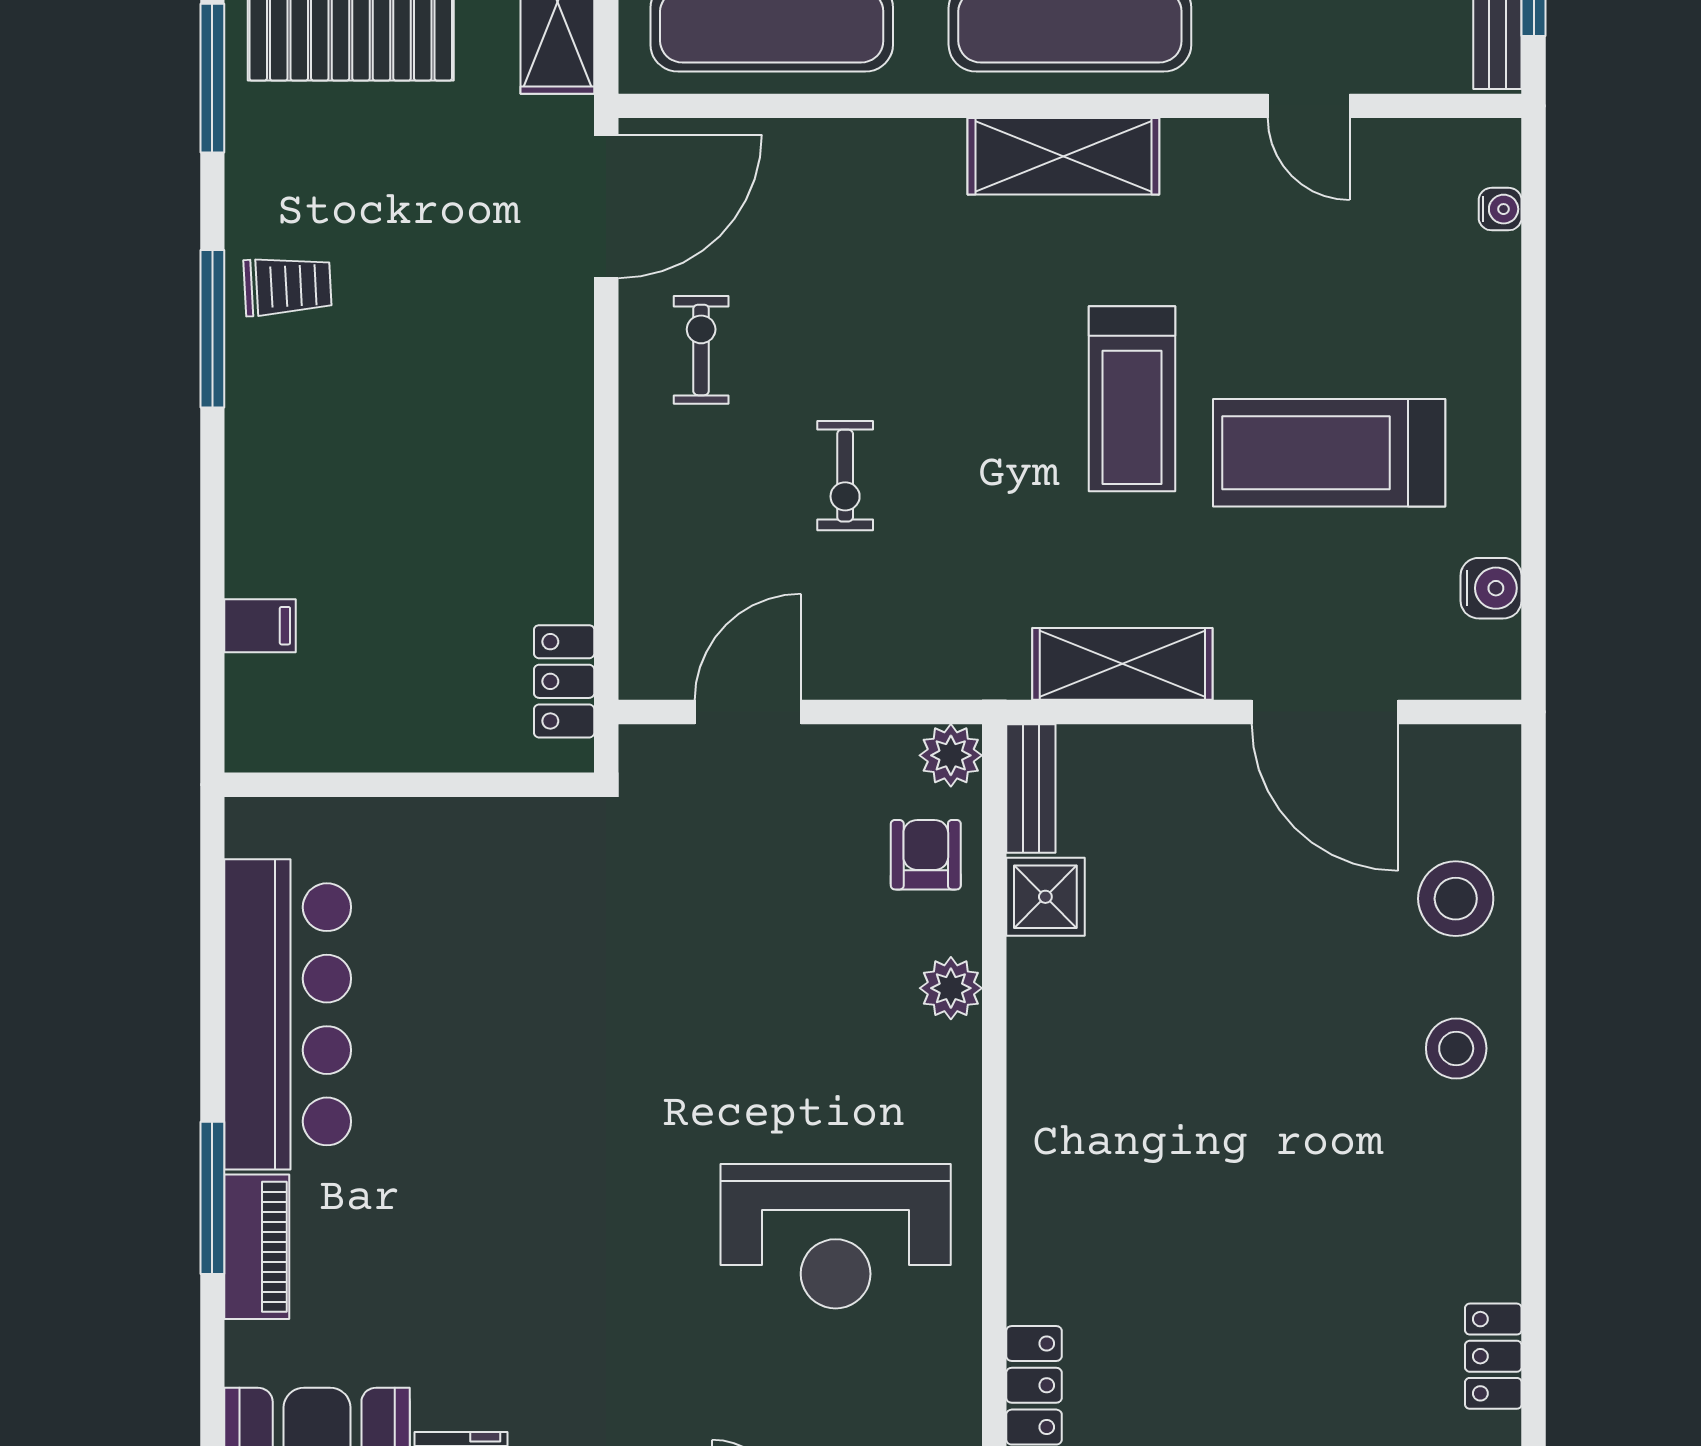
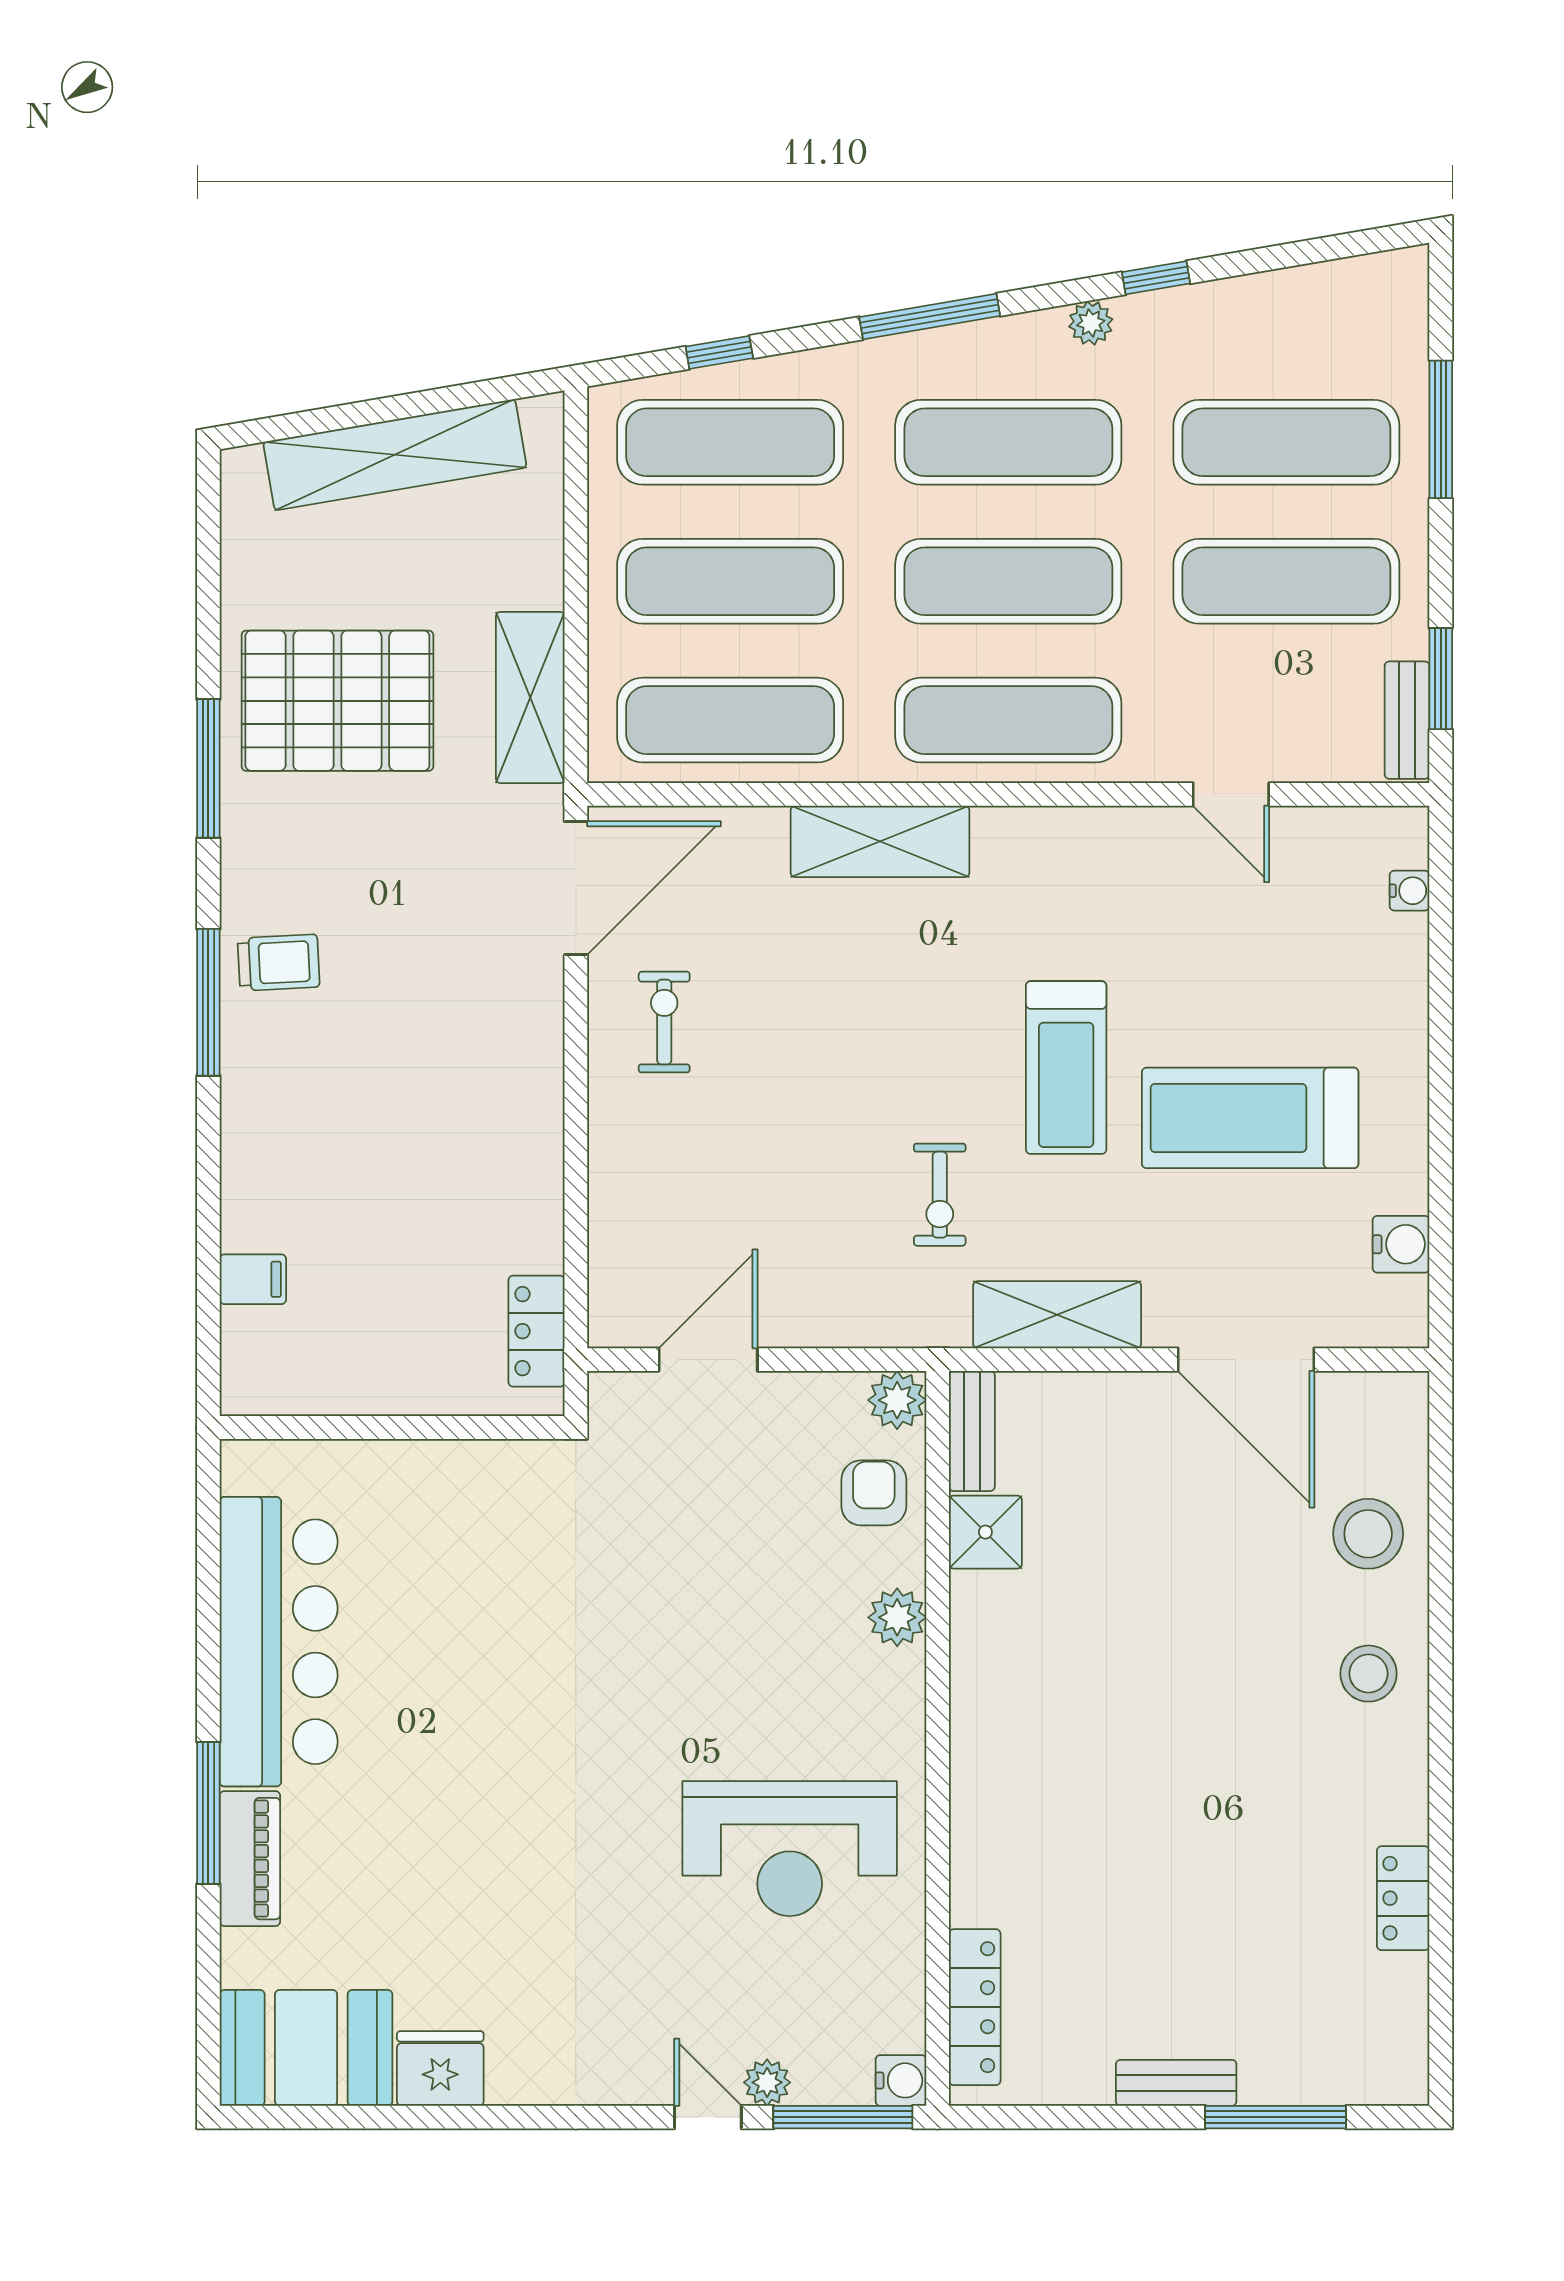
shelving: (1063, 156) -> (880, 841), moved
exercise bike: (845, 476) -> (940, 1195), moved
locker: (1493, 1356) -> (1403, 1898), moved

